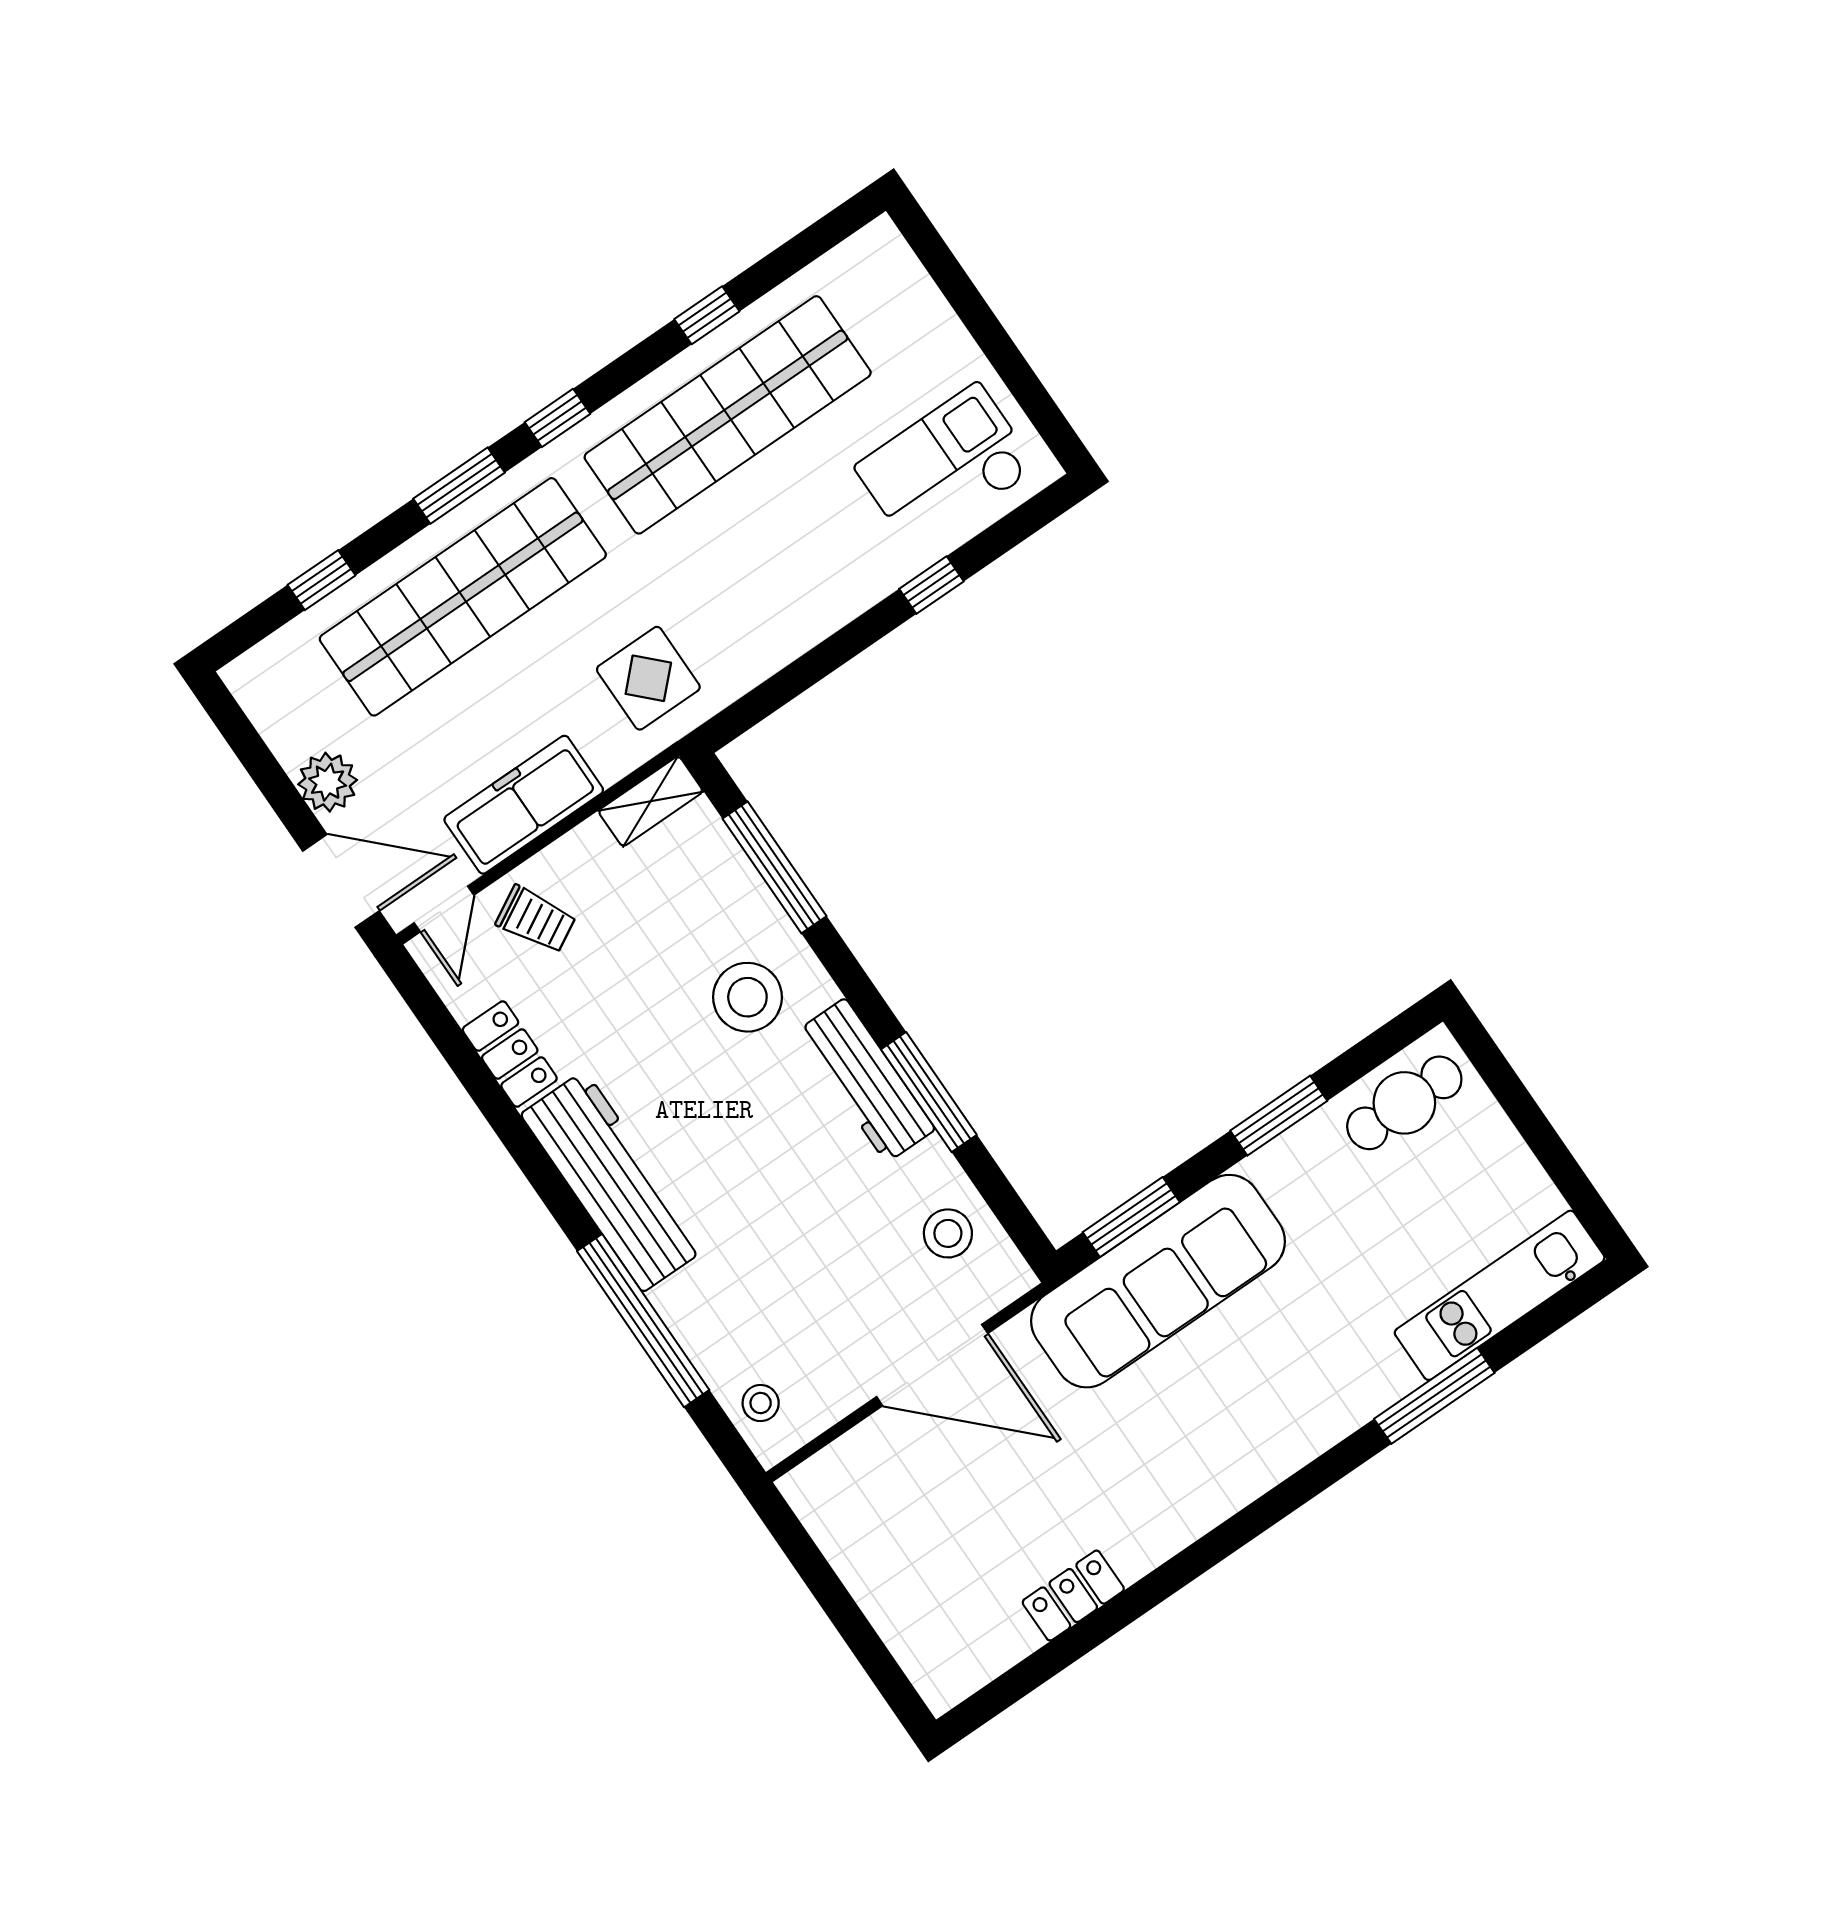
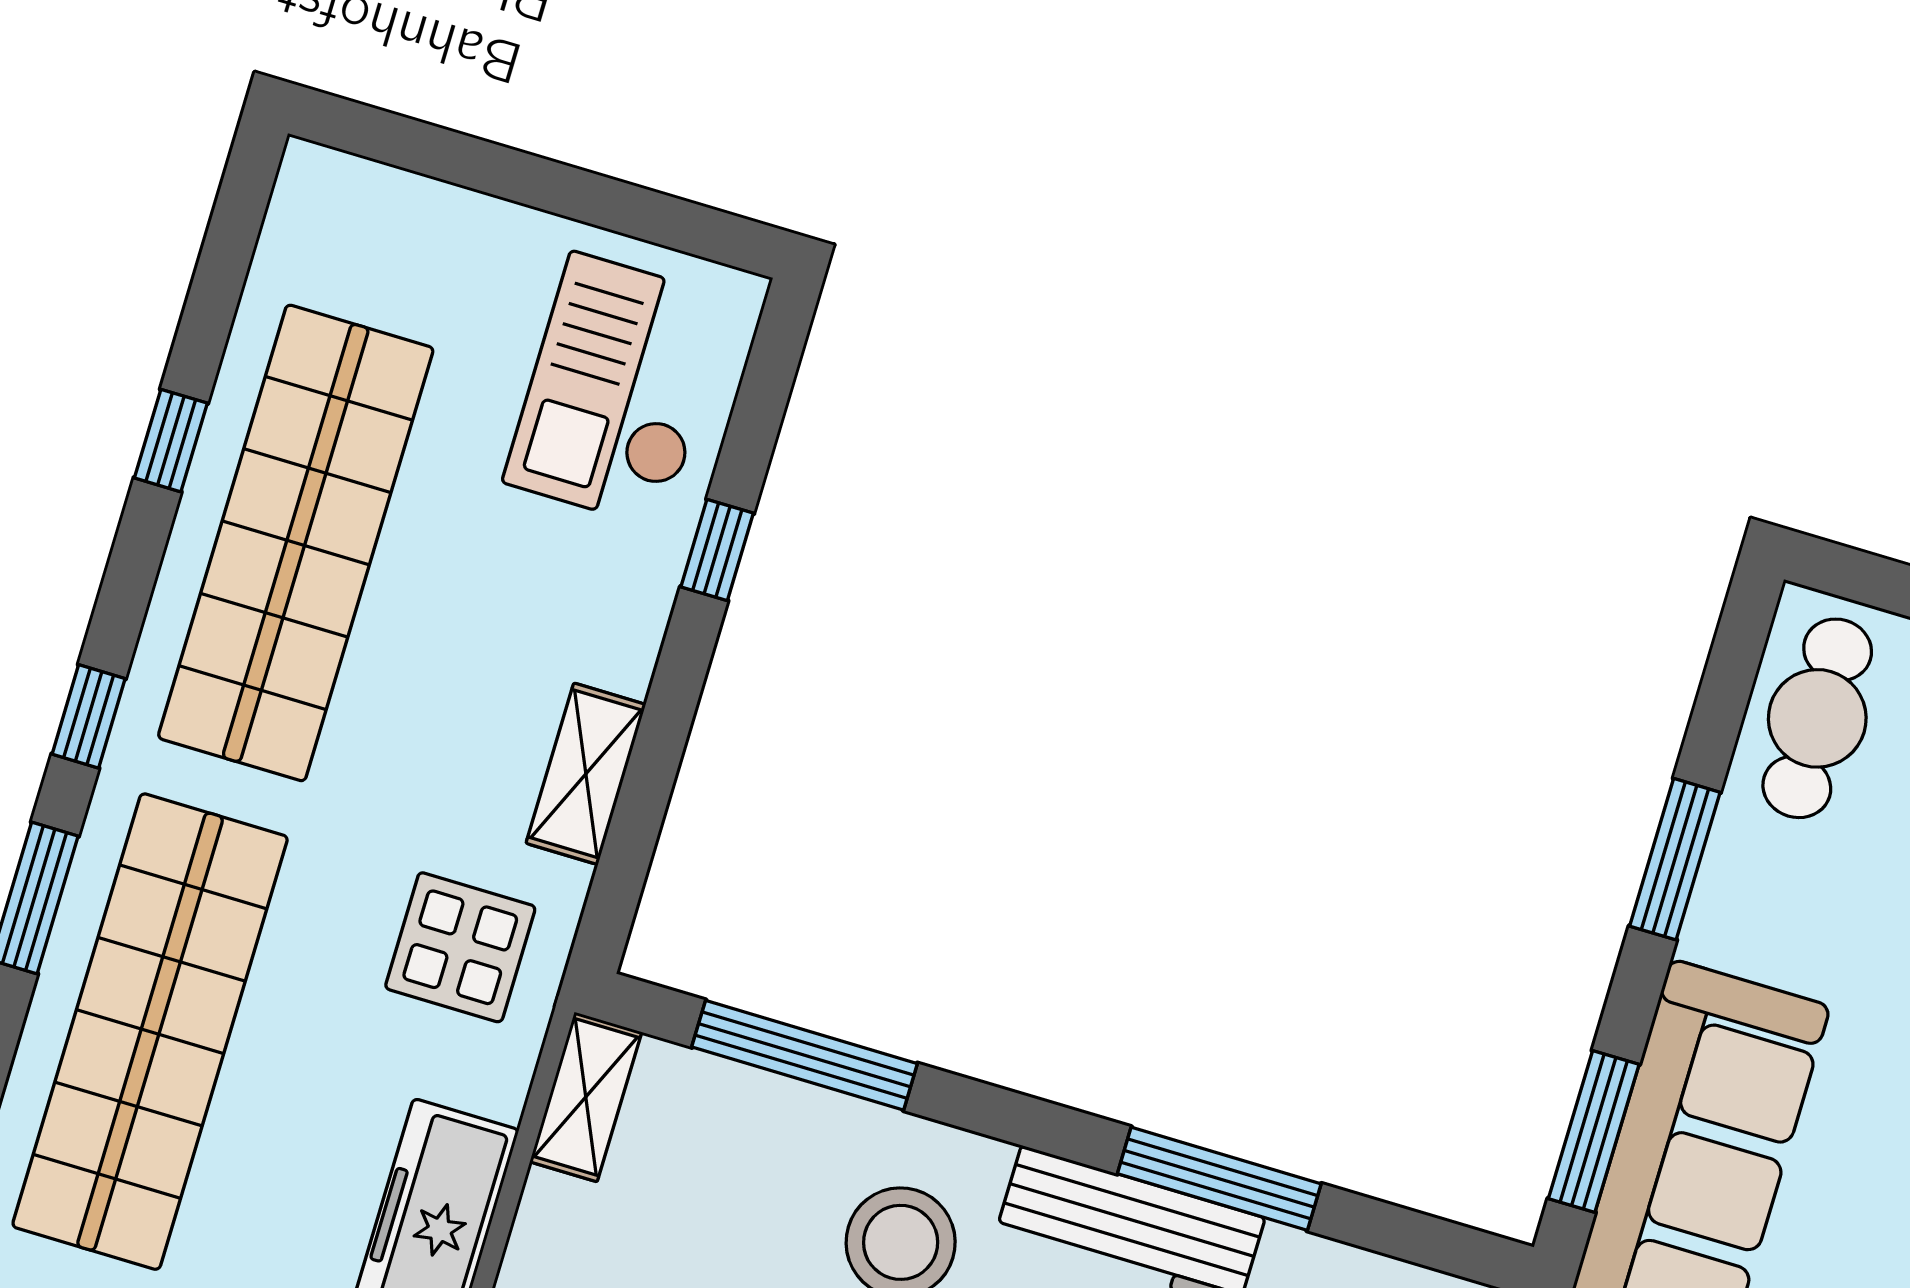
shelving: (779, 643) -> (586, 774), added

